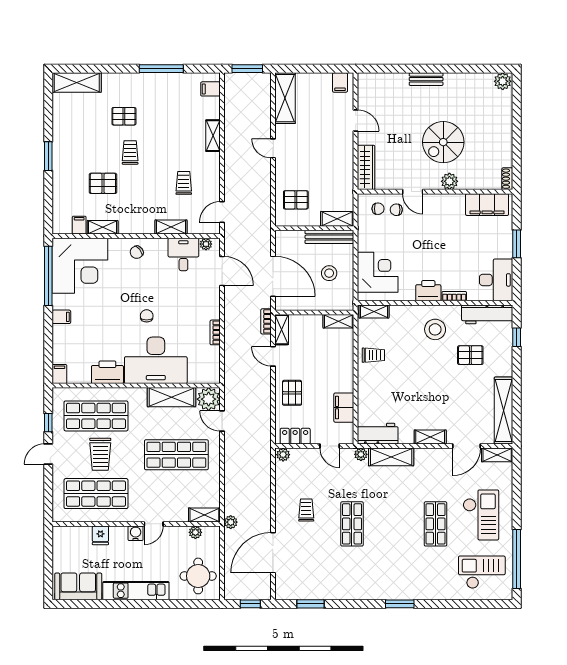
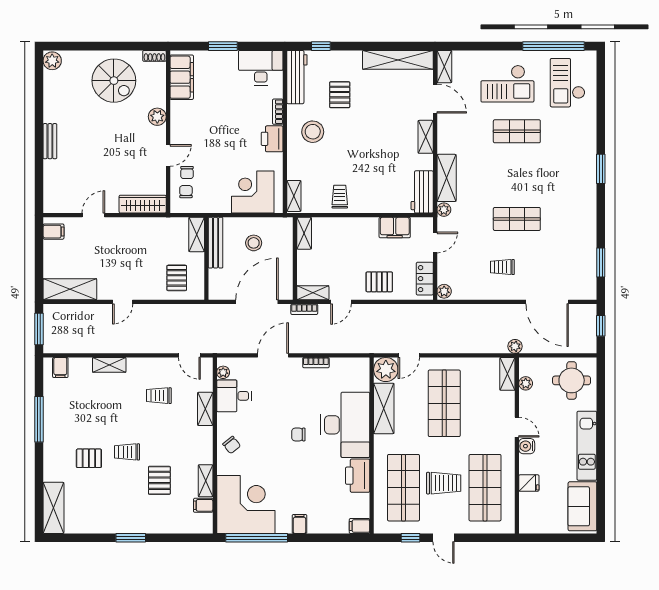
pallet: (124, 116) -> (89, 458), turned 90
spiral stairs: (443, 142) -> (114, 81), moved
door: (222, 271) -> (273, 355), moved
checkout: (481, 515) -> (507, 84), turned 180

